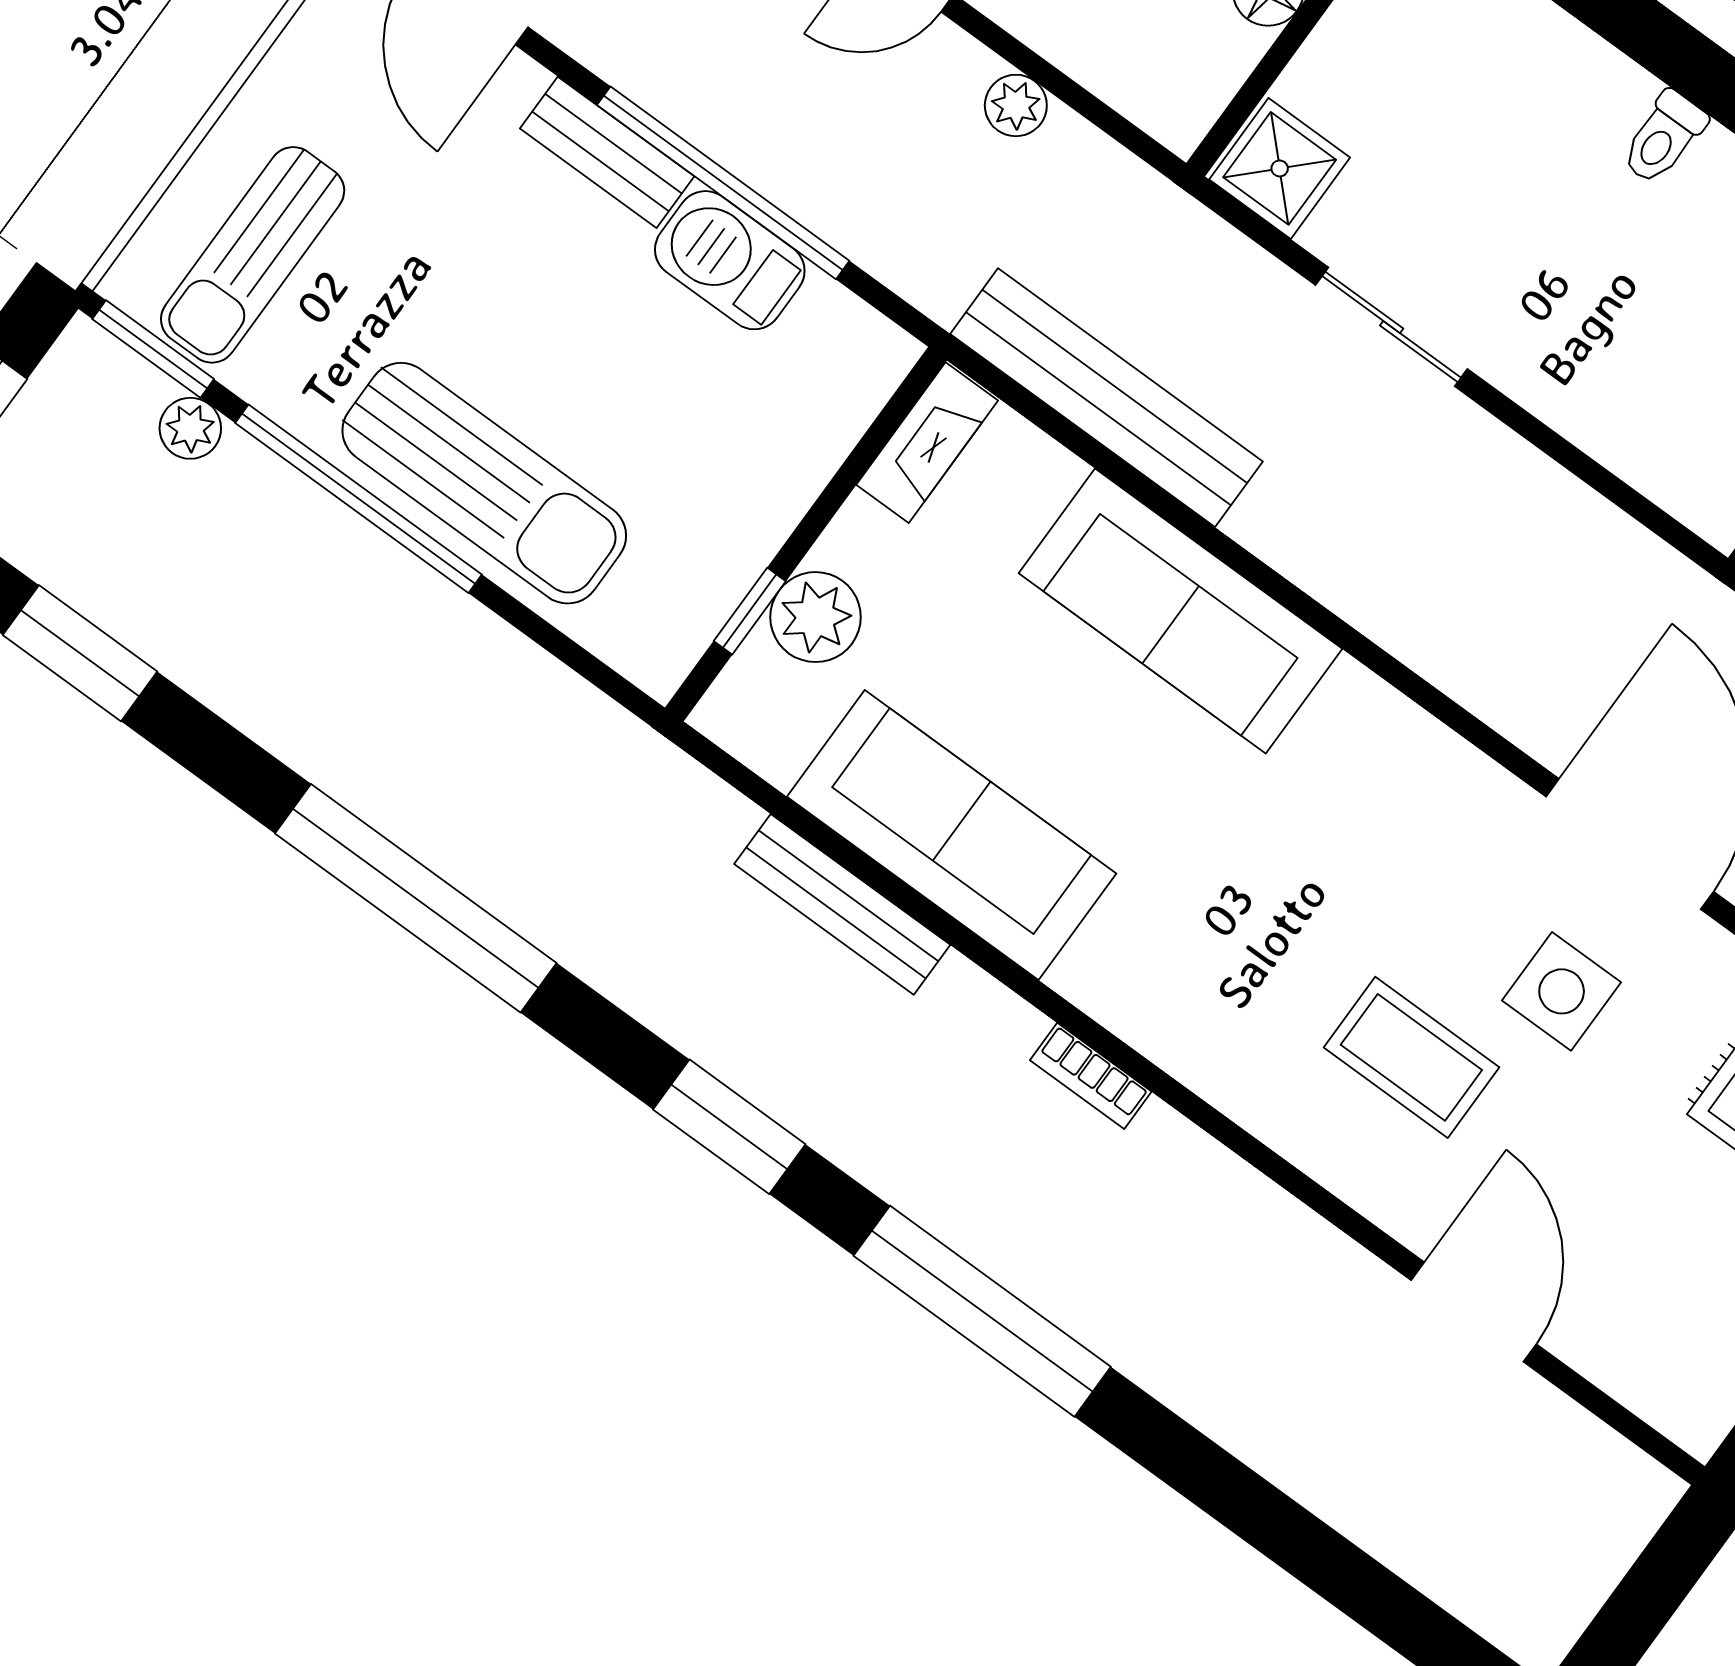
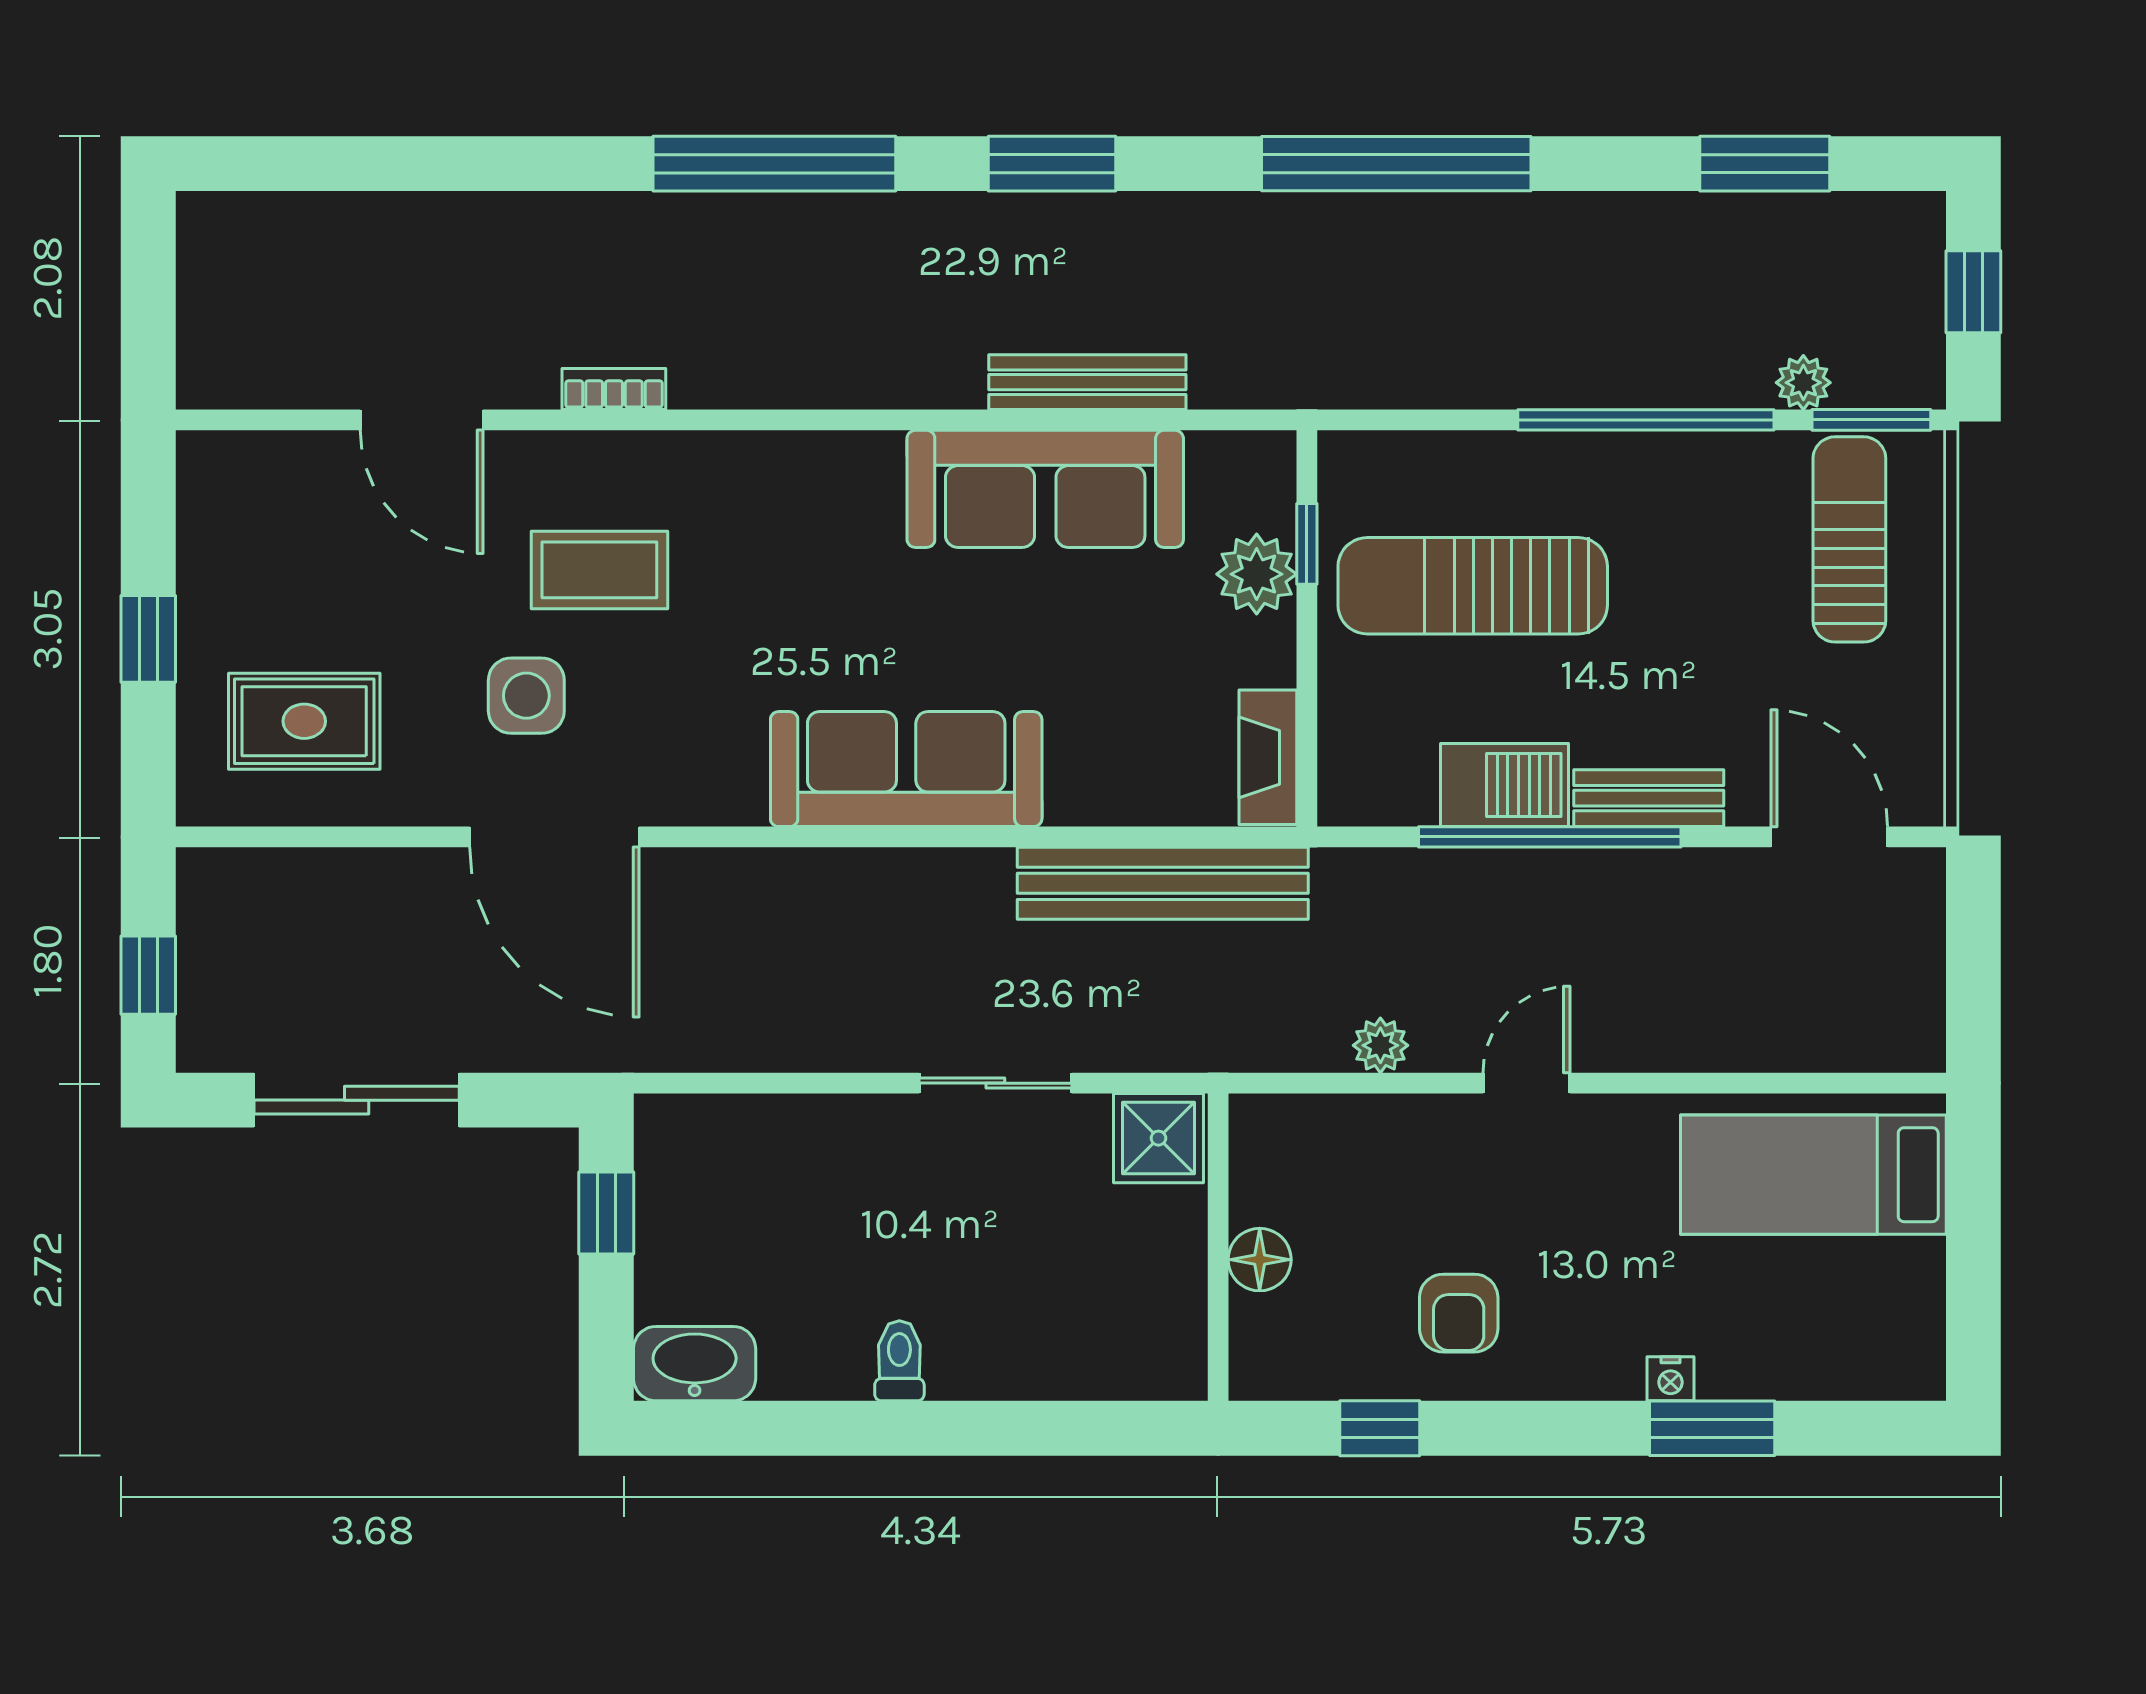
sun lounger: (484, 483) -> (1473, 586), moved
sofa: (1180, 611) -> (906, 769), moved
bookcase: (1091, 1076) -> (614, 389), moved

